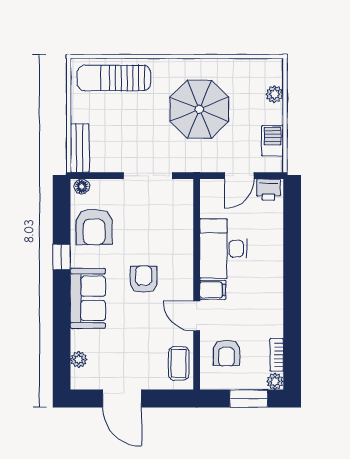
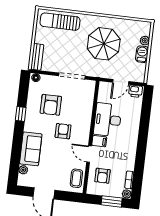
barbecue: (272, 141) -> (142, 54), moved
armchair: (94, 227) -> (51, 105), moved
sofa: (88, 298) -> (31, 149), moved

